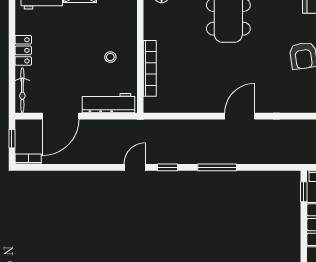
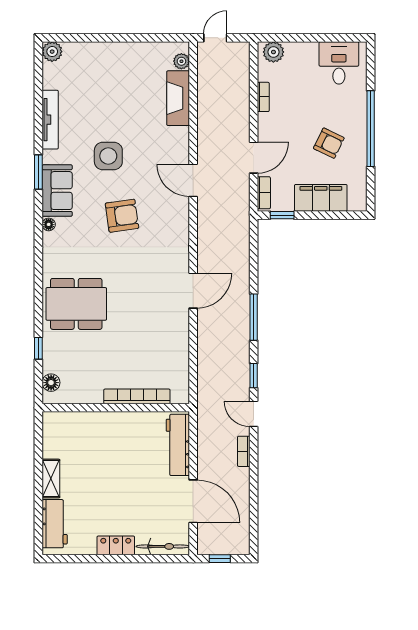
stool: (110, 57) -> (124, 443), removed
door: (240, 116) -> (193, 291), swing flipped
bookcase: (28, 159) -> (244, 451), moved

